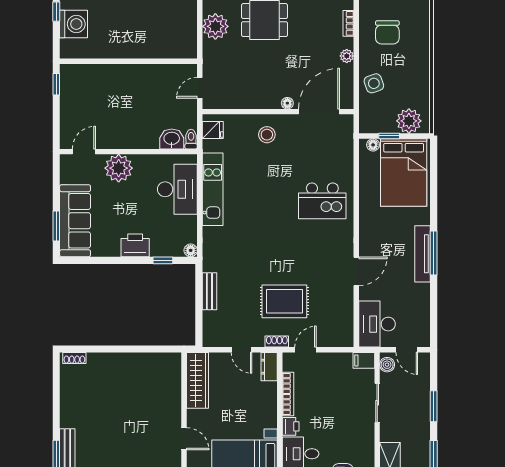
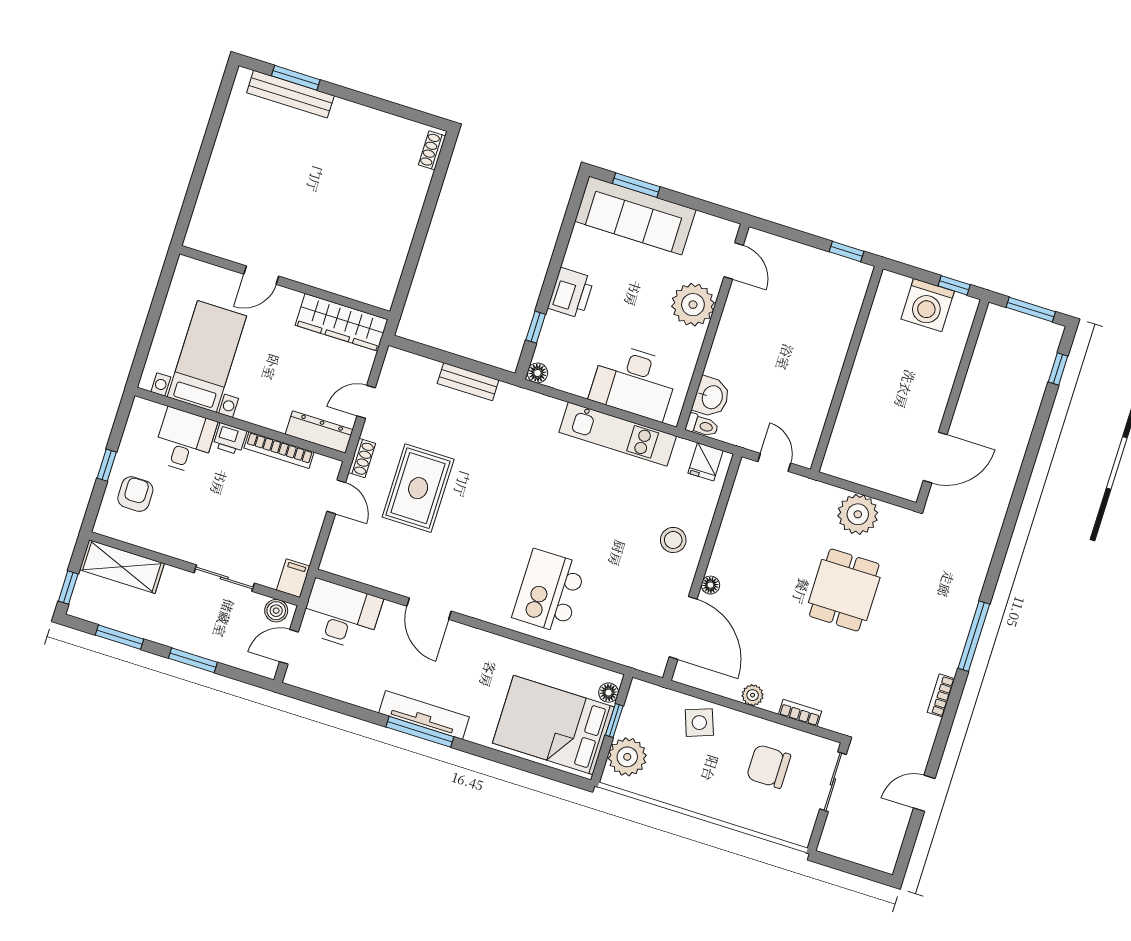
dresser: (269, 367) -> (319, 432), width x1.44

